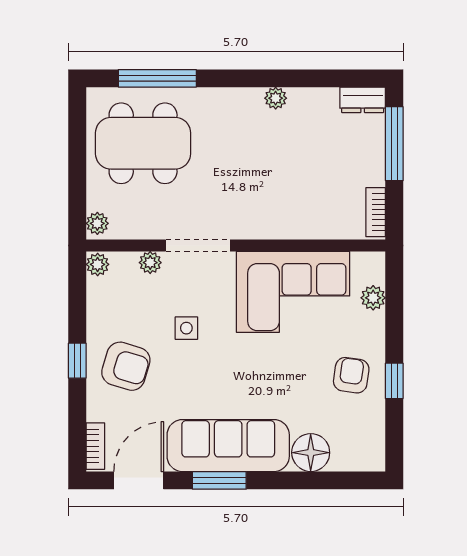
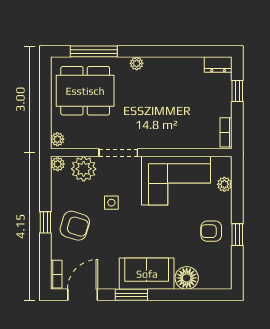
plant: (276, 98) -> (137, 63), moved
window: (394, 144) -> (237, 91), width x0.46
plant: (150, 263) -> (84, 169), width x1.88, depth x1.88
armchair: (351, 375) -> (211, 231), turned -98
sofa: (228, 446) -> (147, 274), width x0.73

